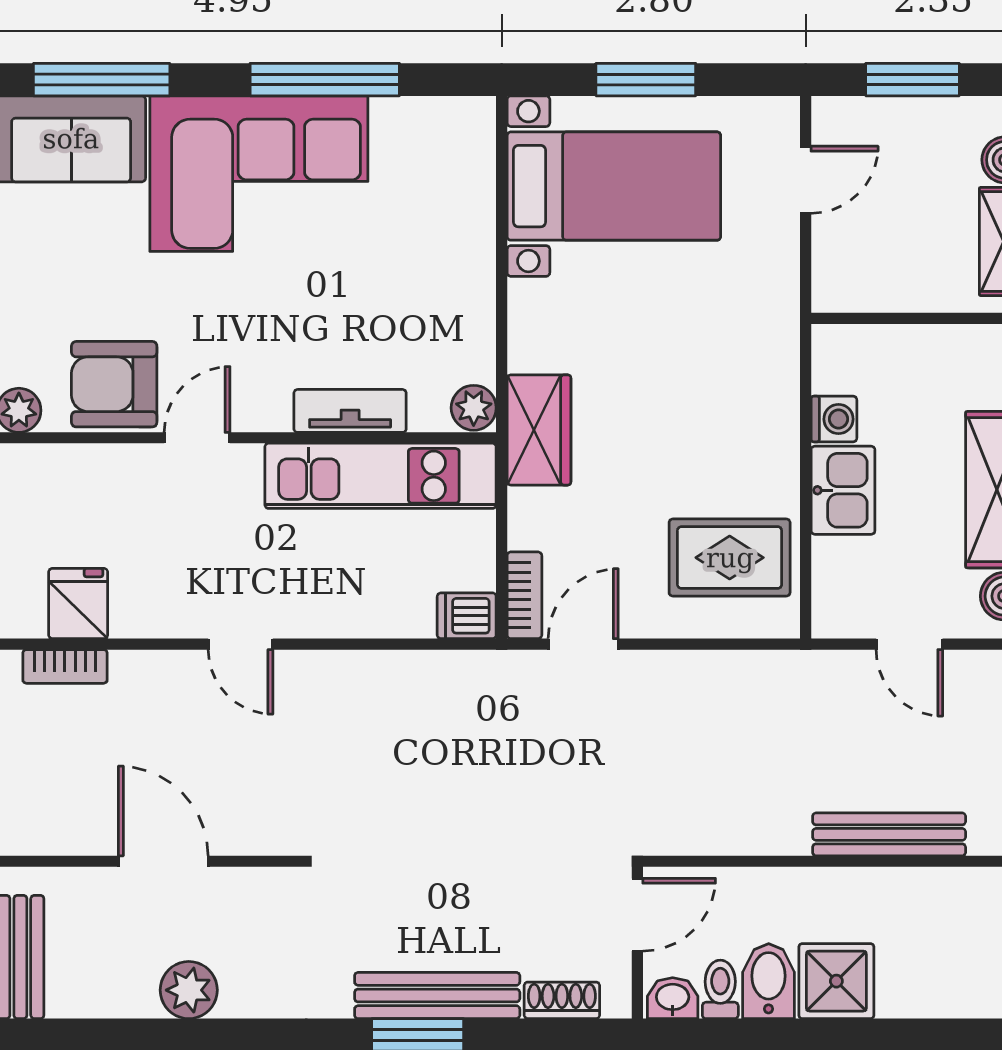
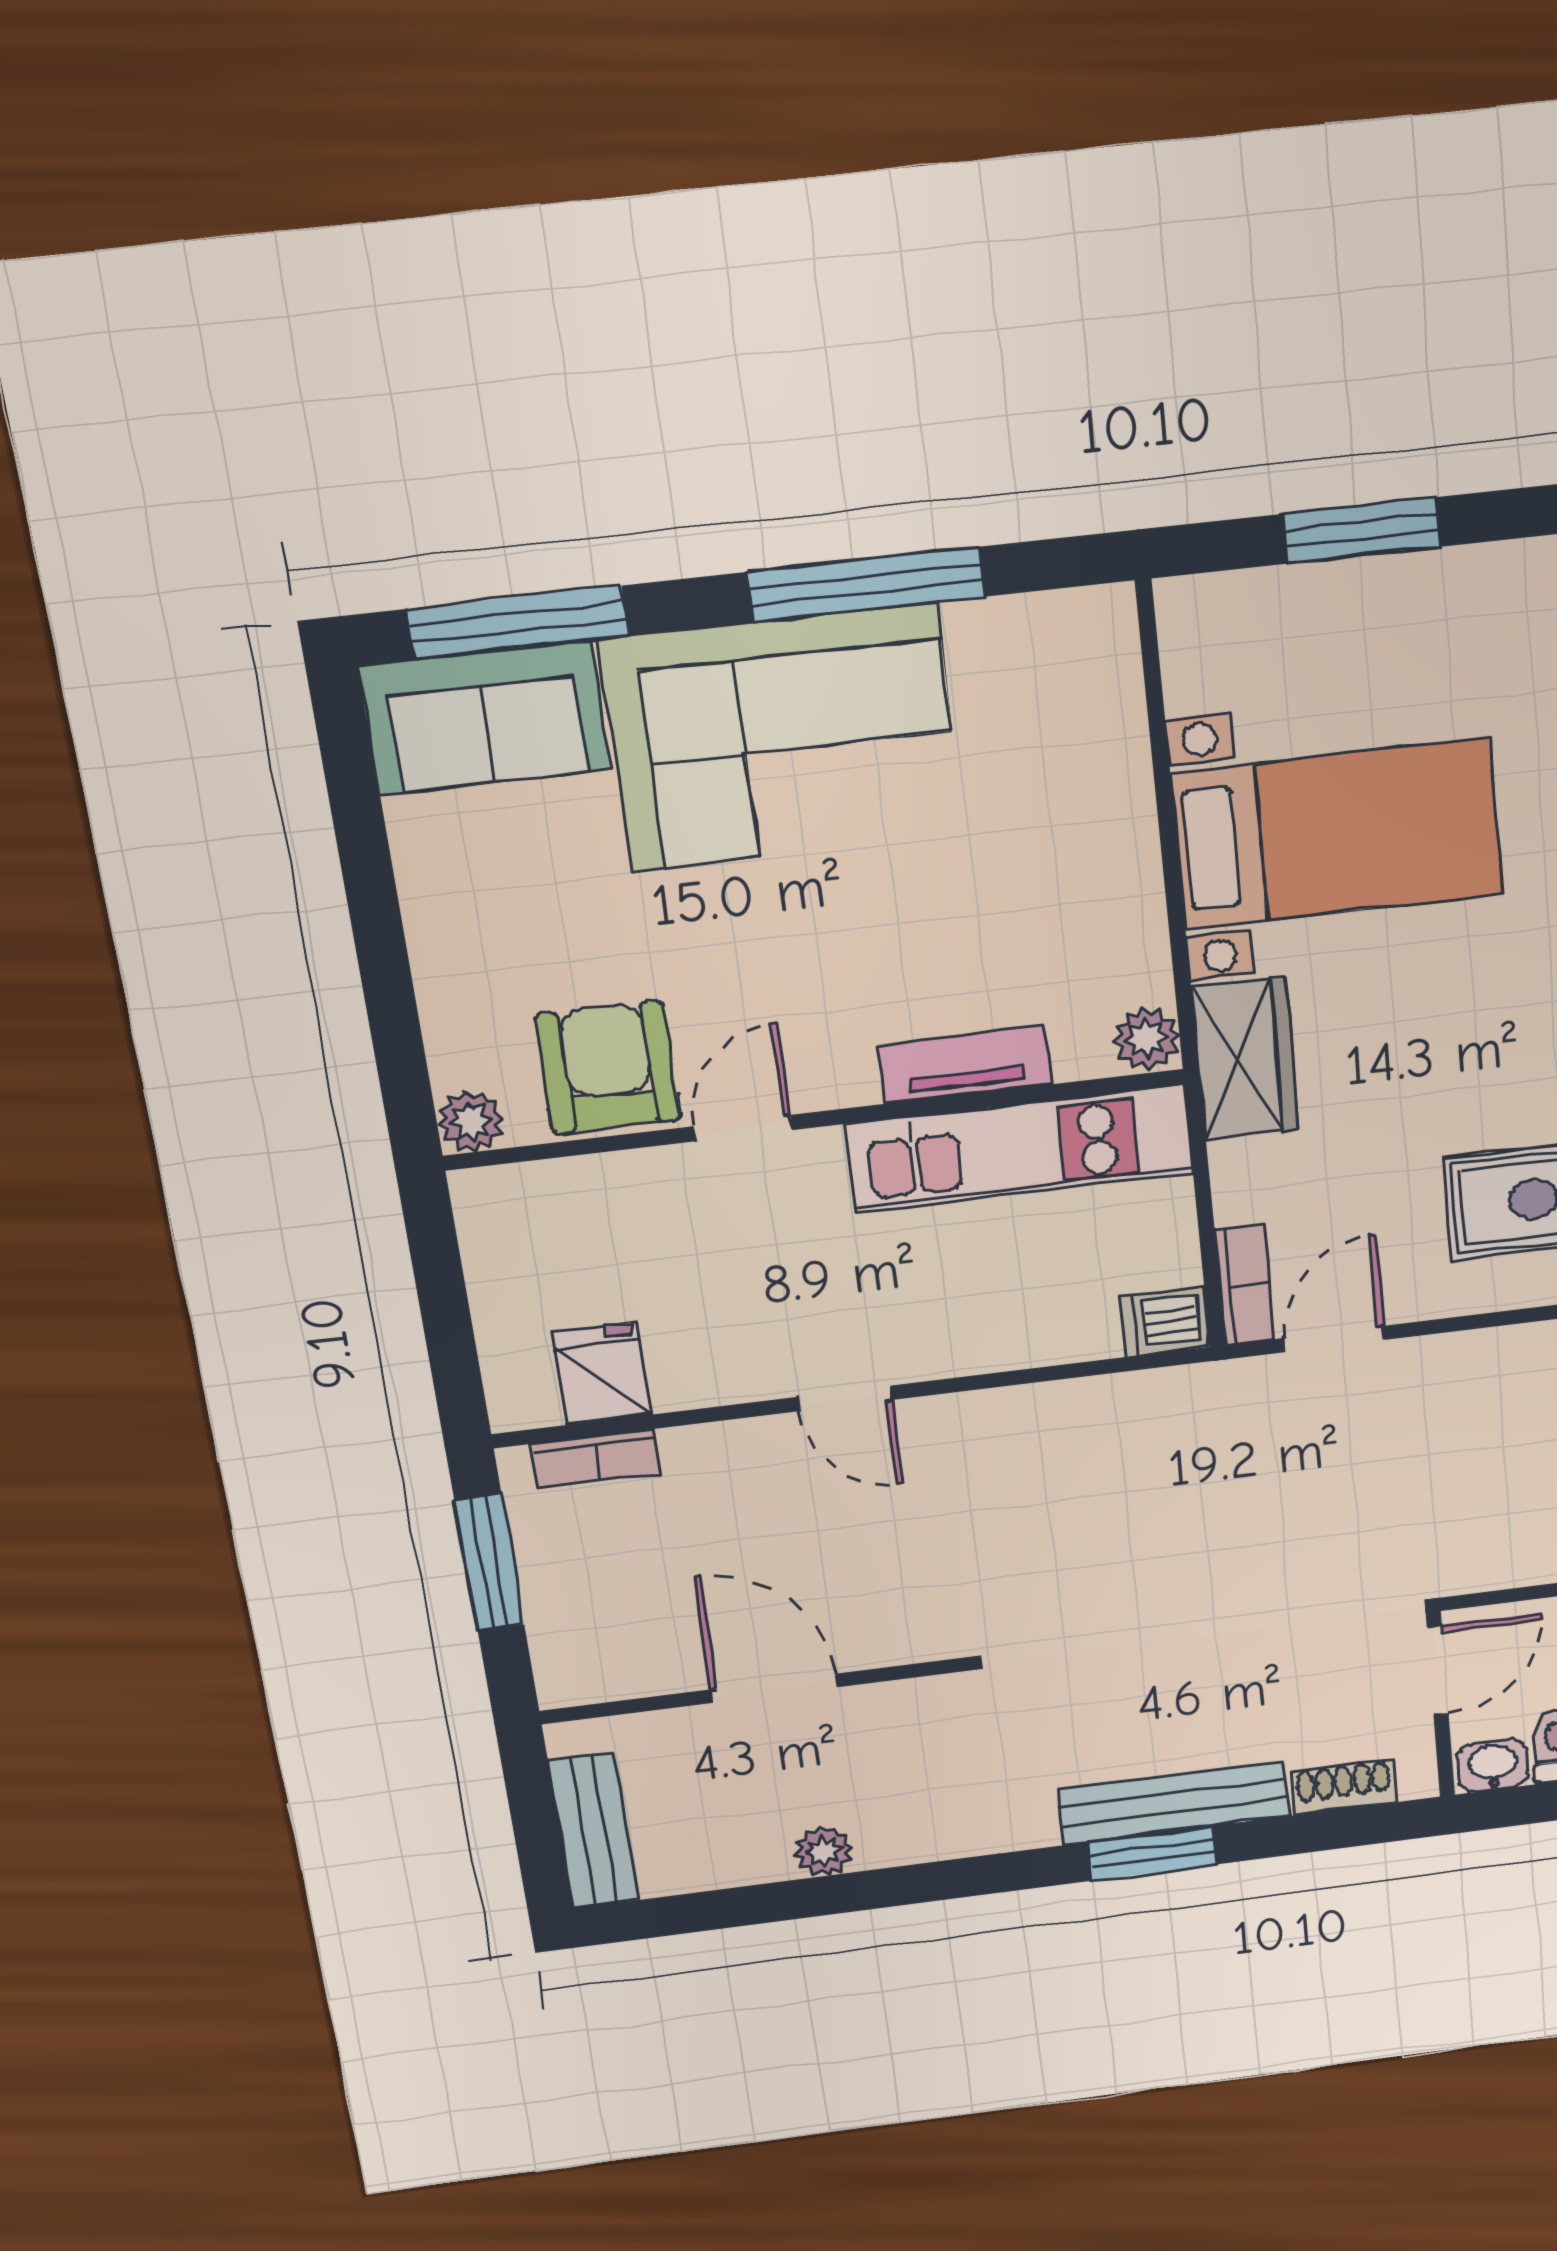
bed with nightstands: (614, 186) -> (1337, 834), moved
armchair: (114, 384) -> (608, 1068), turned 90
plant: (189, 990) -> (824, 1851), width x0.73, depth x0.73

